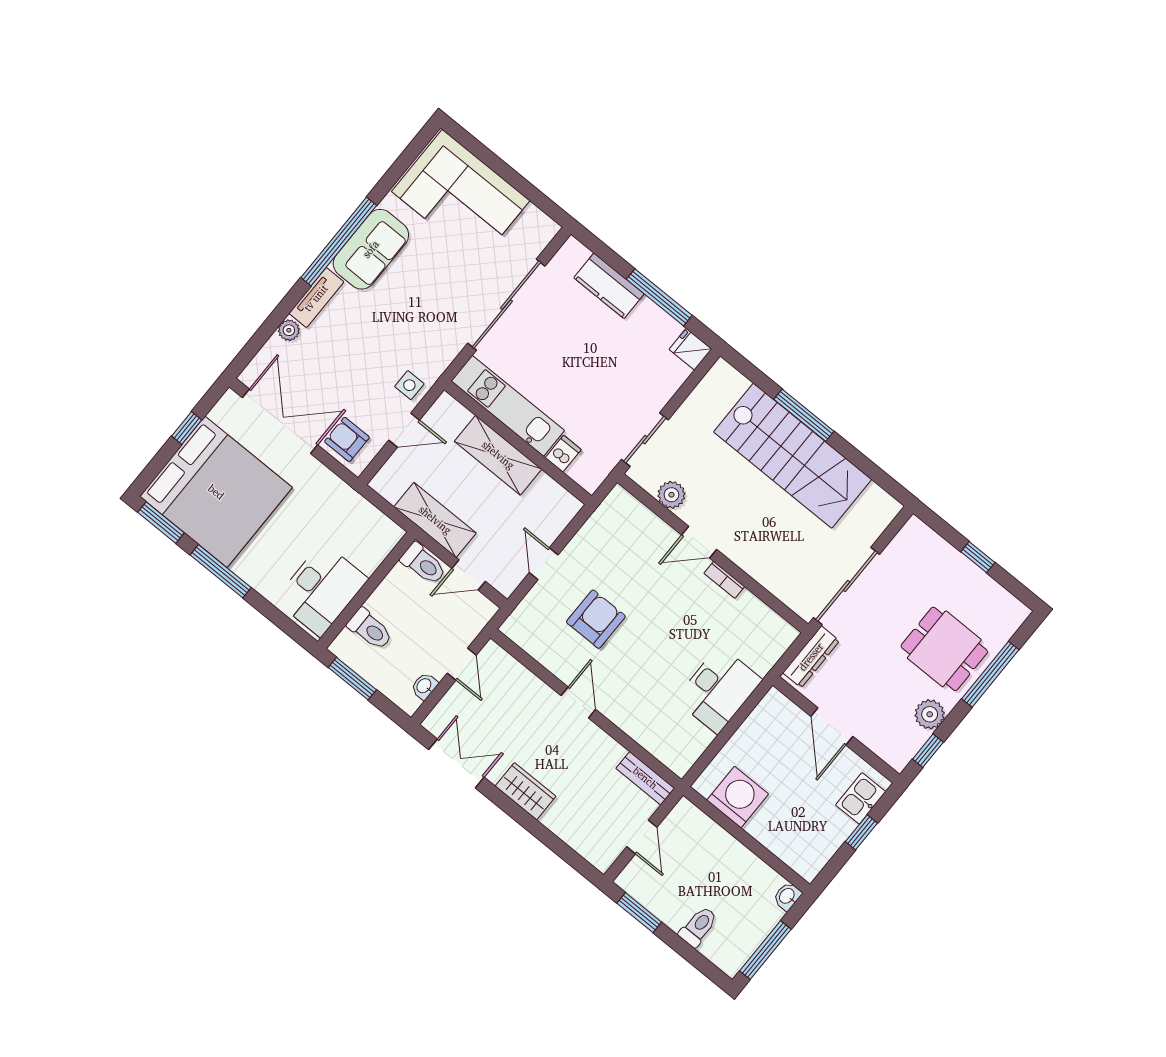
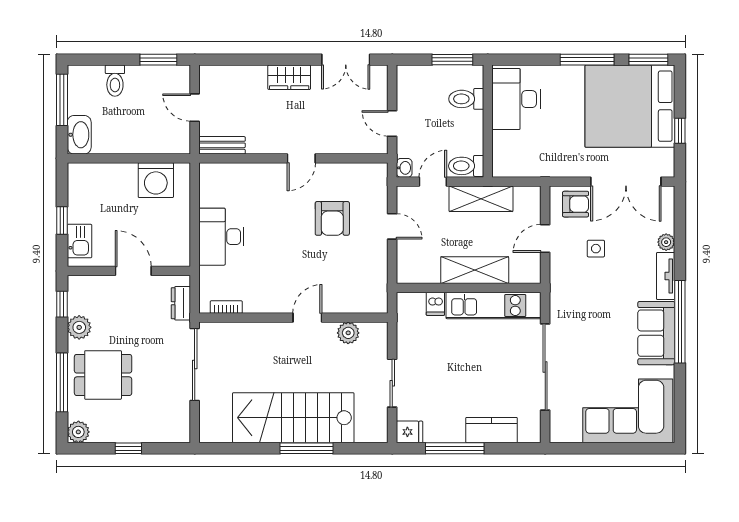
side table: (409, 385) -> (596, 249), moved
sliding door: (645, 440) -> (392, 383), moved
bookcase: (724, 580) -> (226, 307), moved
plant: (1014, 613) -> (78, 432), added
dresser: (811, 657) -> (181, 303), width x0.70
washbasin: (424, 686) -> (404, 168), moved
door: (578, 702) -> (301, 158), hinge flipped
washbasin: (787, 896) -> (79, 135), width x1.91, depth x1.45

